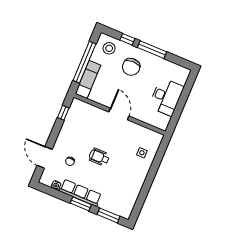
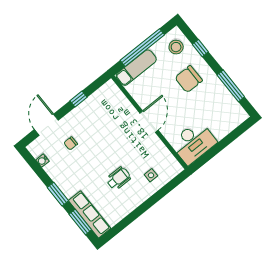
window: (152, 50) -> (231, 86), moved
desk: (166, 97) -> (193, 143), moved
window: (63, 113) -> (78, 99), moved
wheelchair: (99, 157) -> (118, 178), moved, turned 90
row of seats: (80, 193) -> (90, 214), moved

